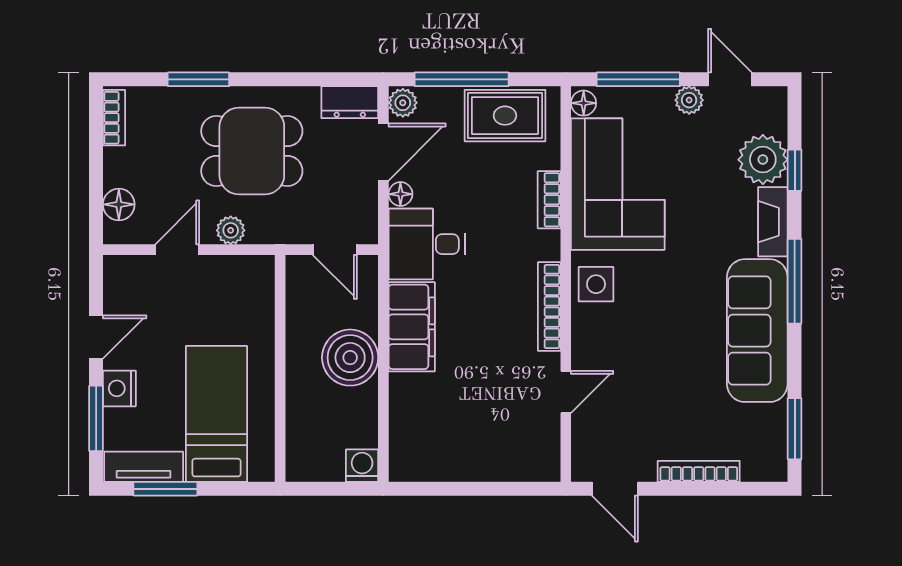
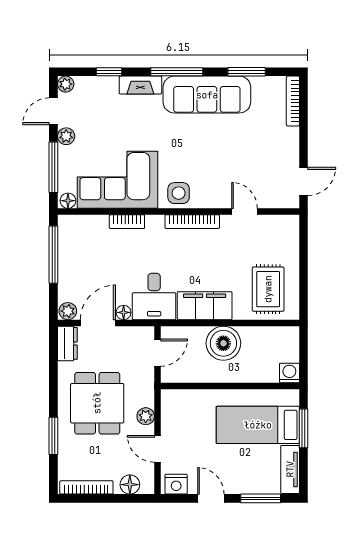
window: (462, 79) -> (53, 255), moved
rug: (505, 116) -> (268, 289), moved
bookcase: (114, 118) -> (86, 487), width x1.56
door: (383, 152) -> (98, 323), hinge flipped
plant: (763, 160) -> (66, 84), moved, width x0.53, depth x0.53
nightstand: (119, 388) -> (176, 484), moved
window: (795, 429) -> (247, 72), moved
washing machine: (362, 466) -> (289, 373), moved, turned 90
bookcase: (699, 471) -> (293, 101), moved
window: (165, 489) -> (304, 428), moved

